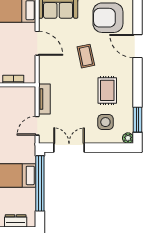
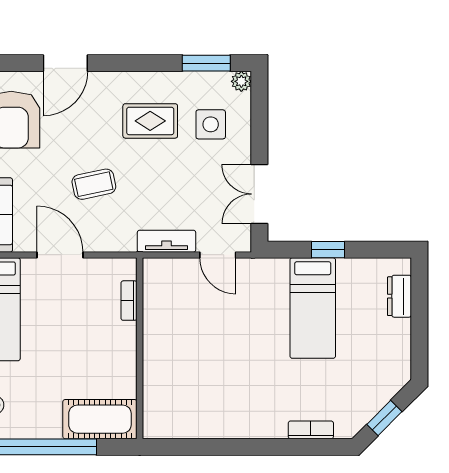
door: (37, 43) -> (60, 255), hinge flipped
coffee table: (86, 56) -> (94, 184), moved
window: (40, 183) -> (328, 250), width x0.32

